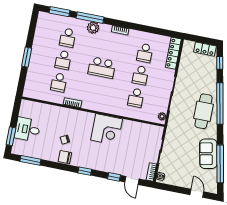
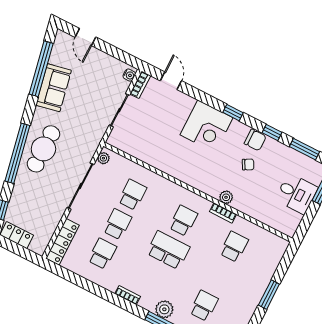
school desk: (63, 60) -> (183, 221), moved
plant: (73, 114) -> (226, 197), added
corner desk: (107, 129) -> (206, 126), moved, turned 180
window: (114, 177) -> (272, 132), moved

